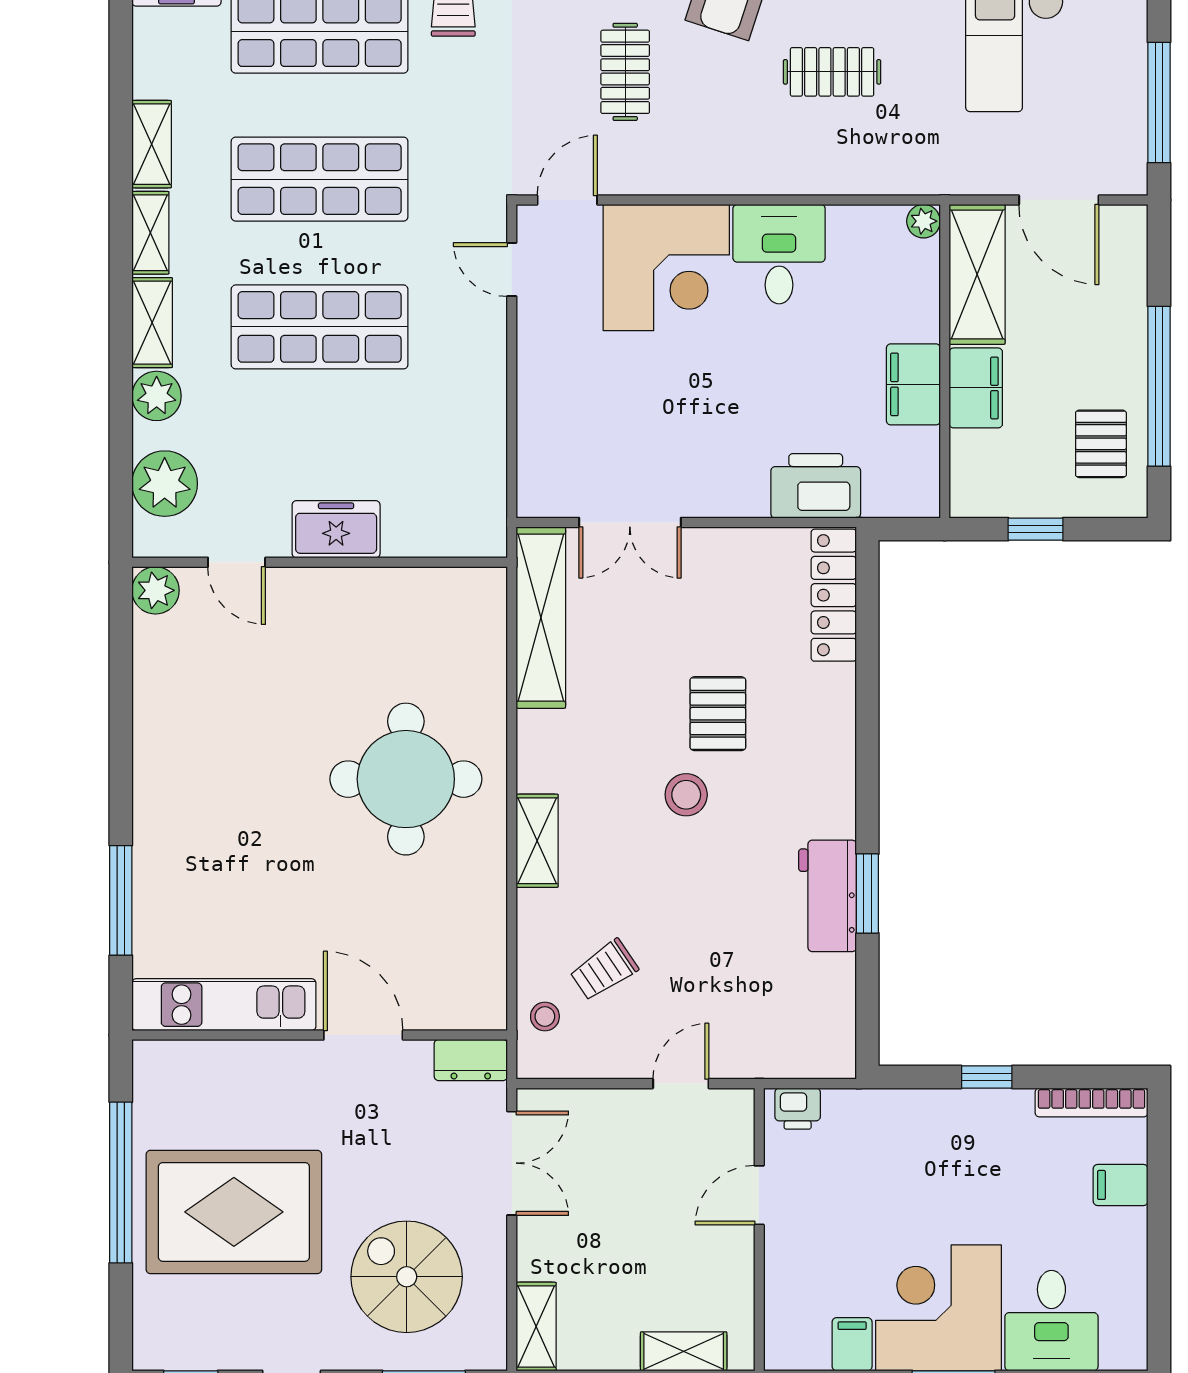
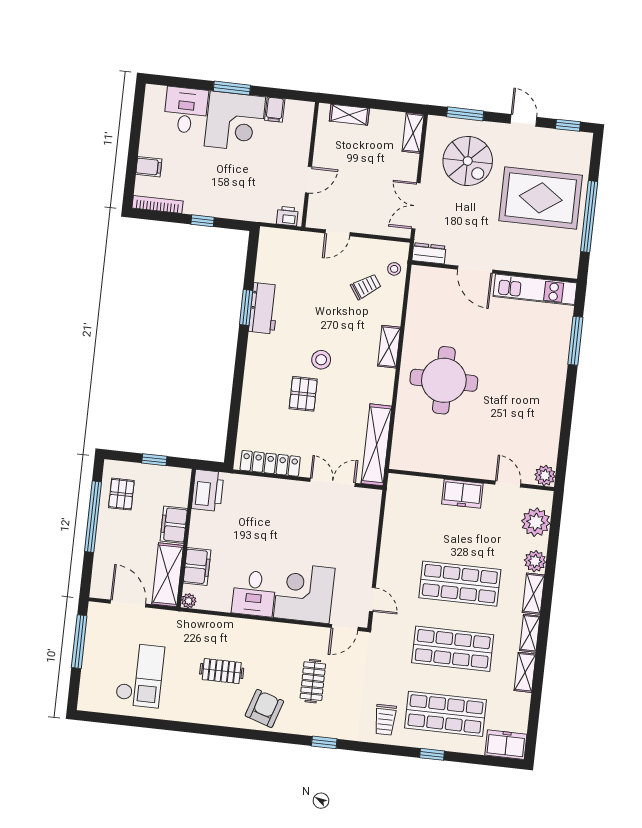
filing cabinet: (913, 384) -> (197, 566), moved
printer: (816, 486) -> (208, 491), moved, turned -90
locker: (834, 595) -> (270, 463), moved, turned -90

